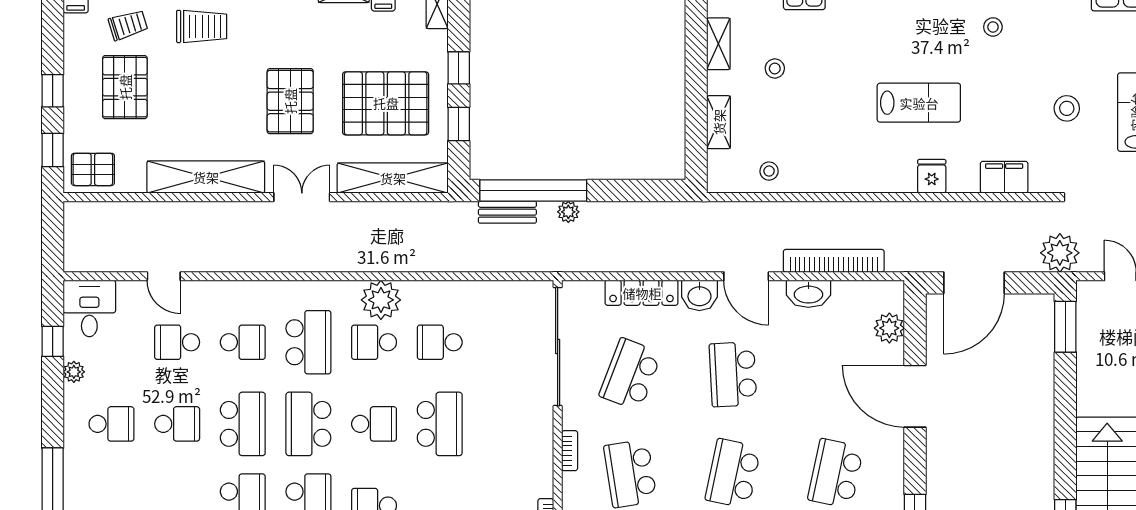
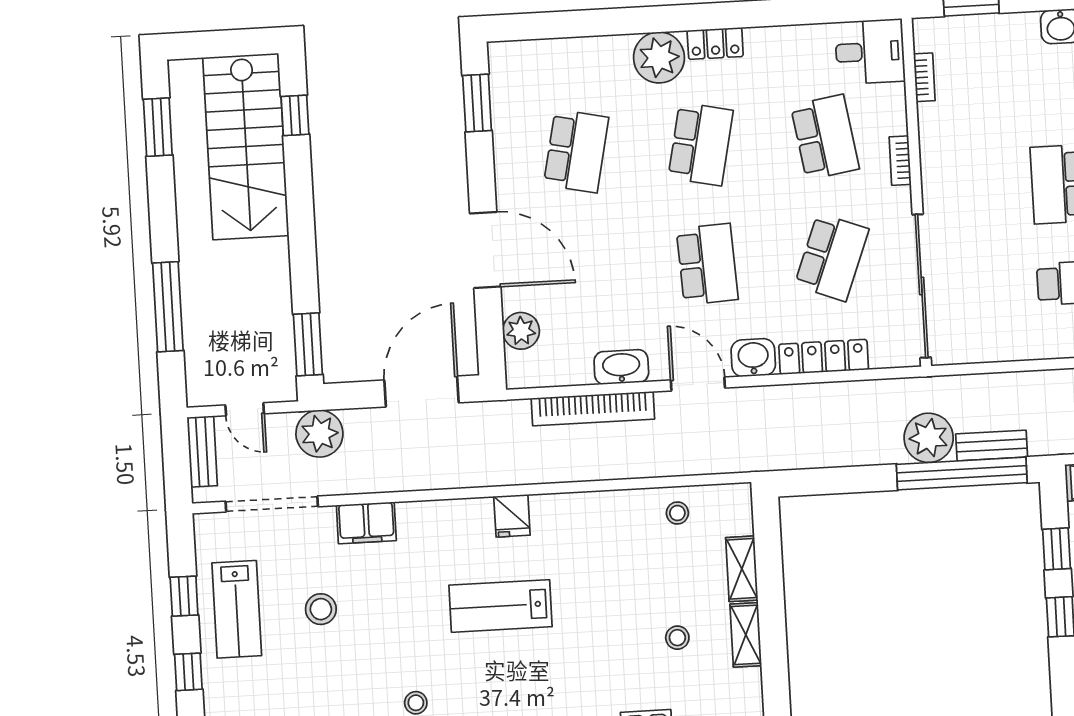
shelving: (718, 44) -> (746, 635), moved
fridge: (932, 176) -> (512, 516), moved
filing cabinet: (1004, 177) -> (366, 523), moved
plant: (568, 212) -> (929, 438), width x1.87, depth x1.87

